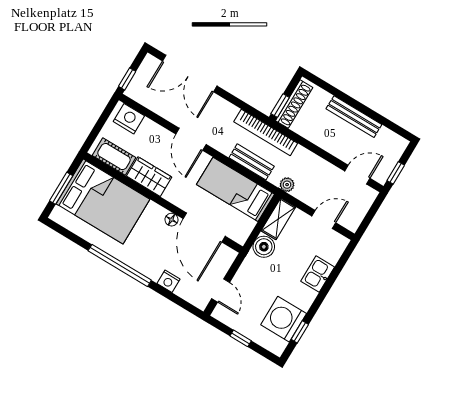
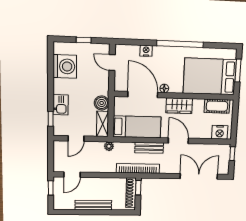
bench: (252, 162) -> (149, 148), moved
wardrobe: (149, 177) -> (179, 106), moved
window: (300, 332) -> (51, 119), moved

